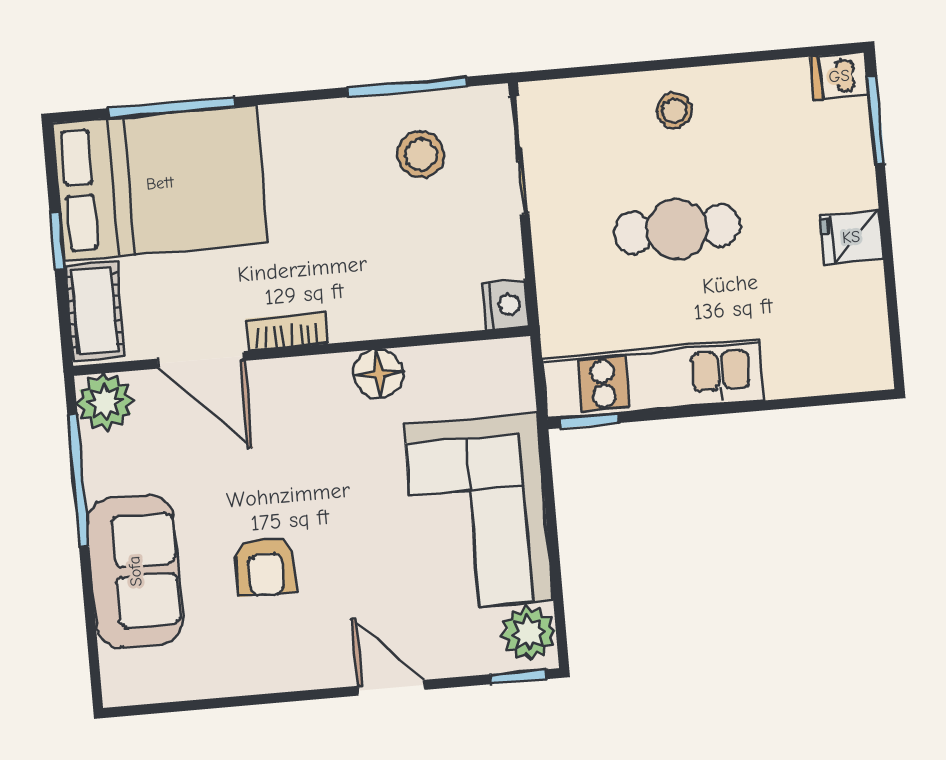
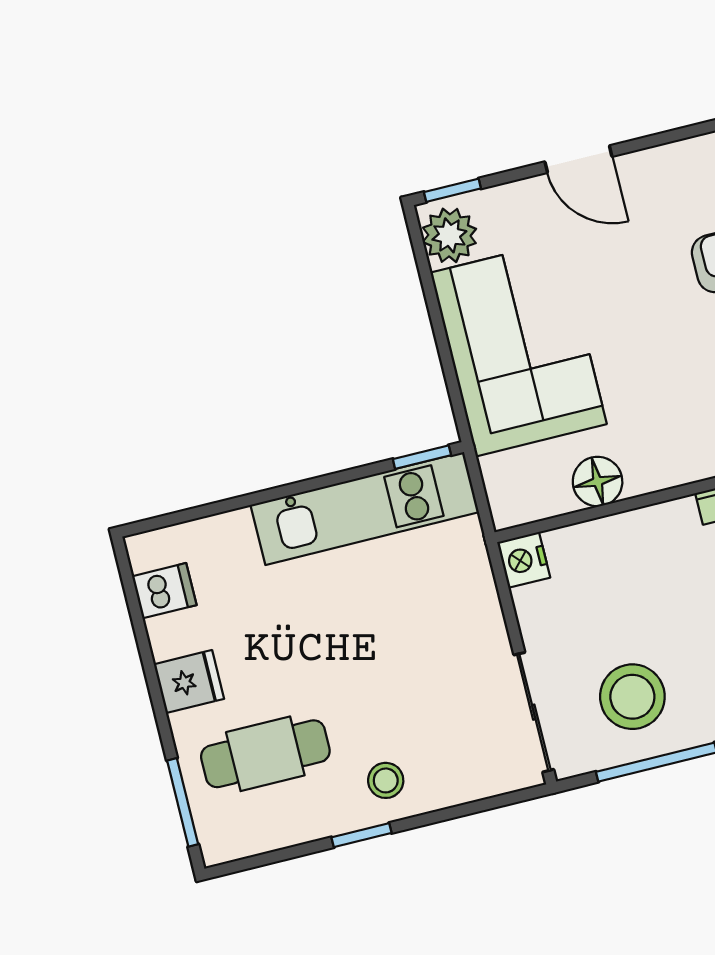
window: (706, 61) -> (361, 835), added
dishwasher: (839, 76) -> (164, 591), moved
stool: (421, 155) -> (632, 697), width x1.38, depth x1.38
cafe table: (677, 229) -> (265, 754), moved
floor lamp: (379, 374) -> (598, 481), moved

